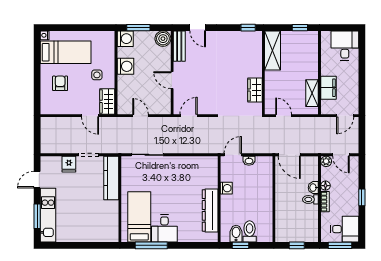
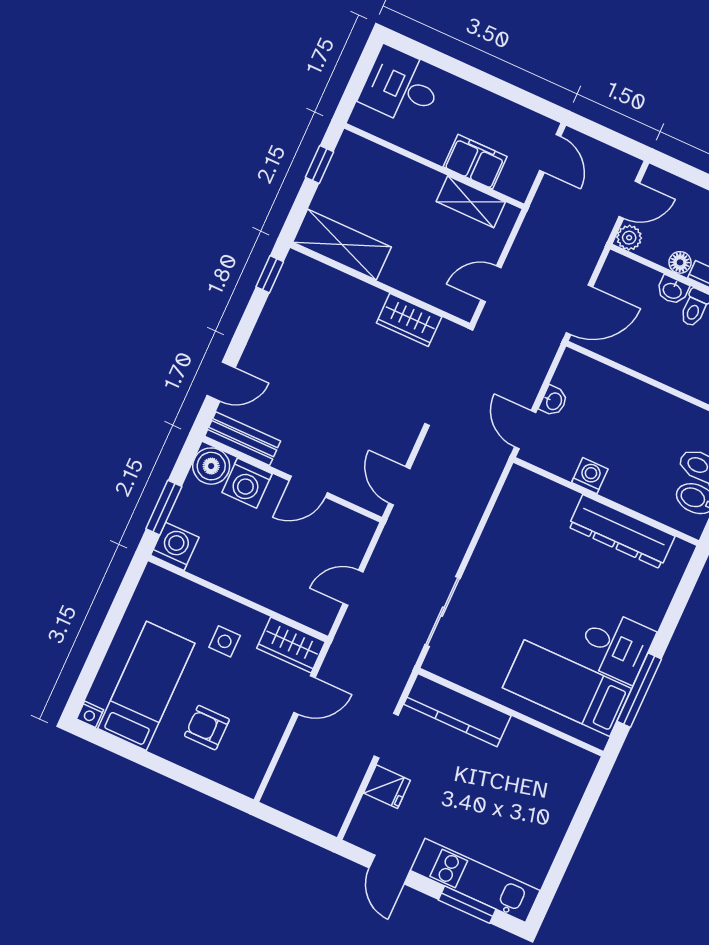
washing machine: (125, 66) -> (247, 483), moved, turned 180

